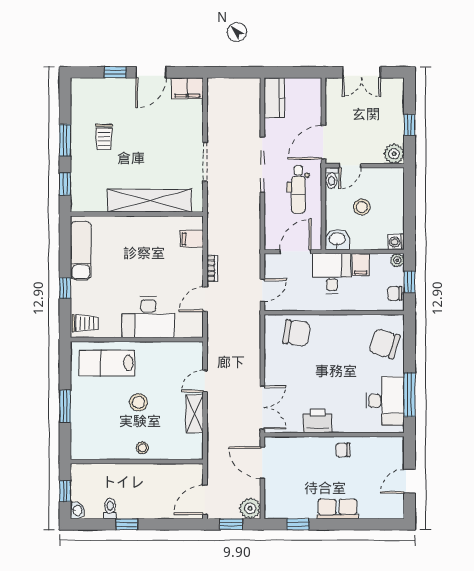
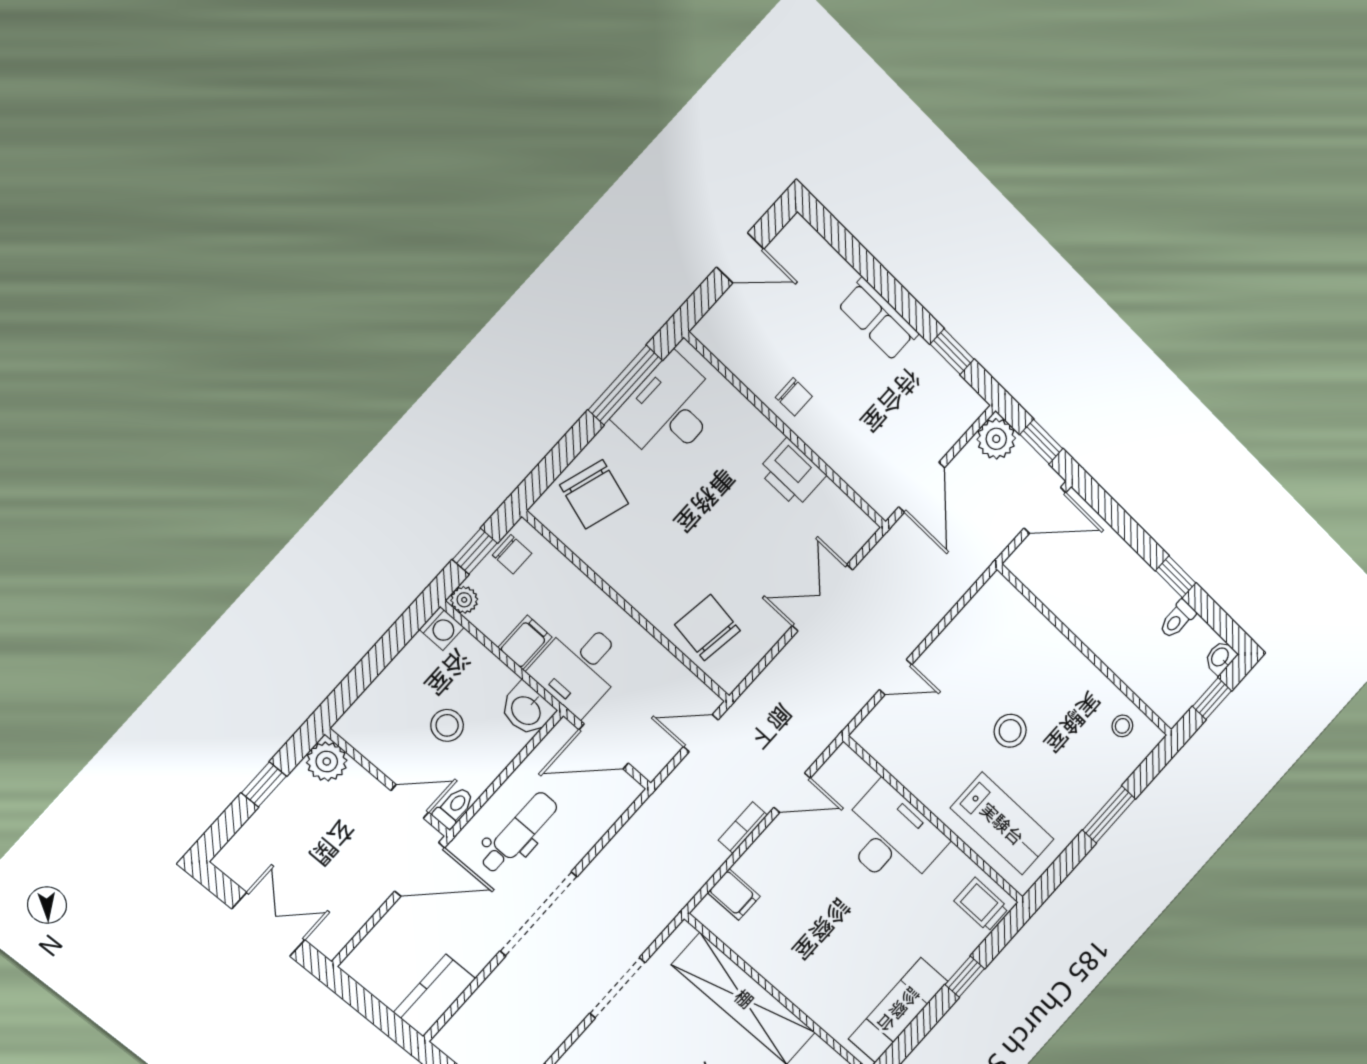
double door: (262, 408) -> (822, 598), moved
shelving: (195, 414) -> (951, 644), removed
stool: (142, 448) -> (1122, 726), moved

